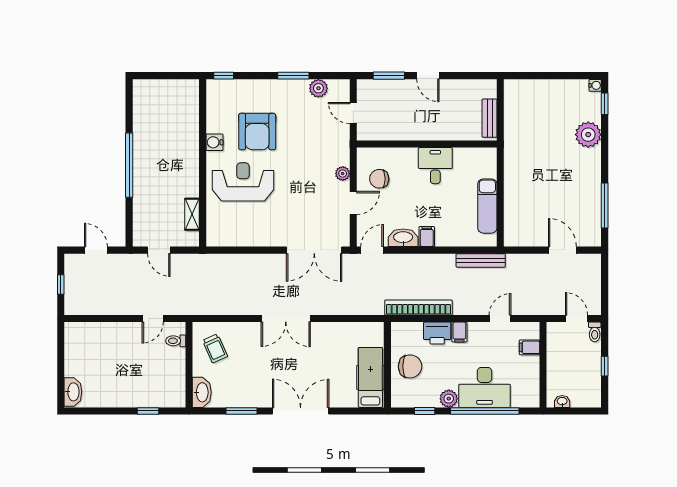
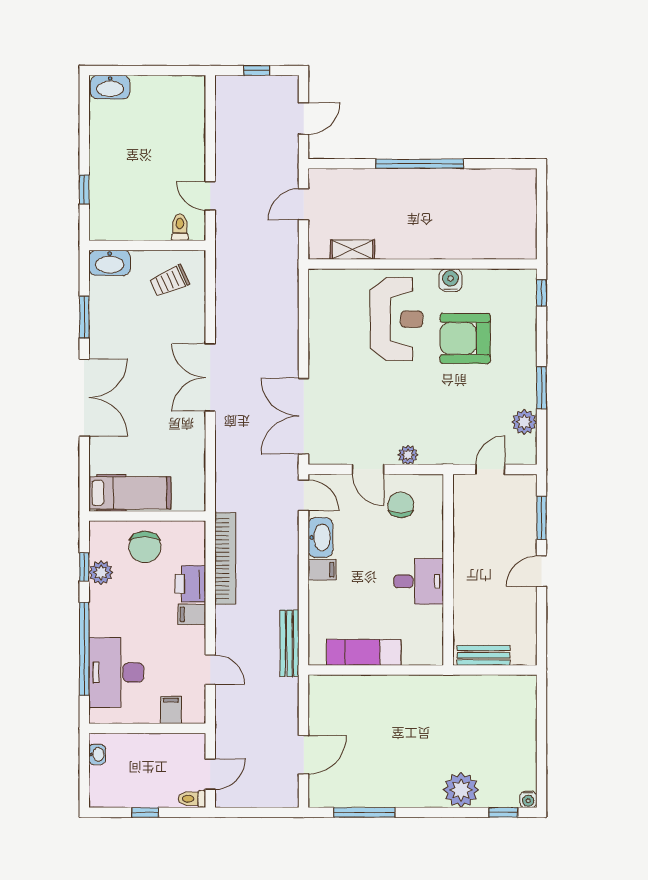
desk: (485, 387) -> (116, 673), moved
plant: (449, 399) -> (101, 573), moved

